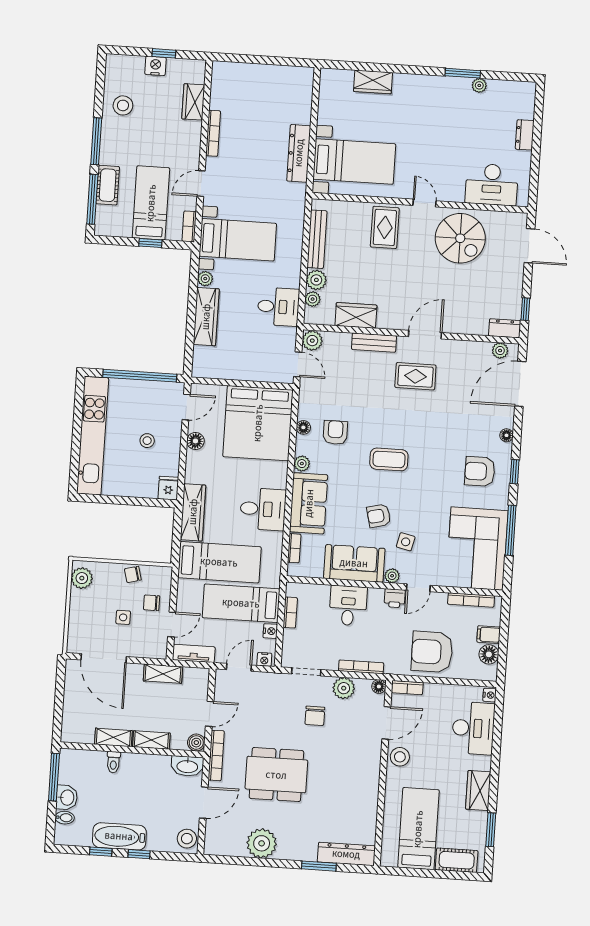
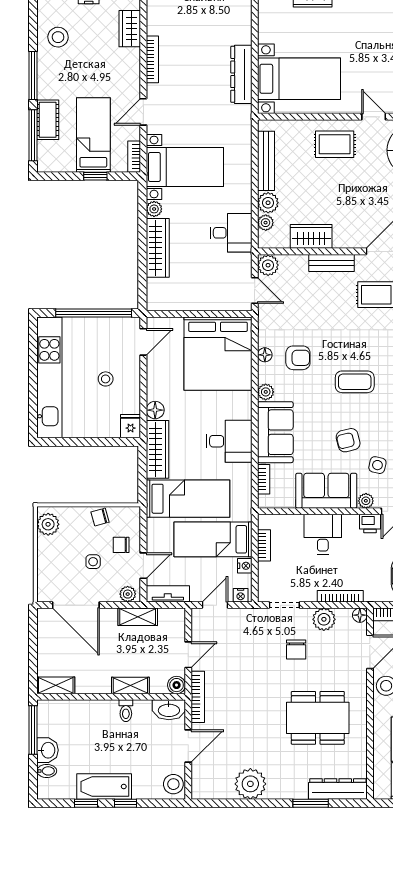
rug: (385, 227) -> (335, 144), turned 90
armchair: (335, 433) -> (298, 358), turned 90
floor lamp: (195, 441) -> (155, 410), moved
plant: (155, 651) -> (128, 594), added
shelving: (113, 737) -> (56, 685), moved
toilet: (113, 762) -> (126, 711), moved
dining table: (276, 775) -> (318, 718), moved

